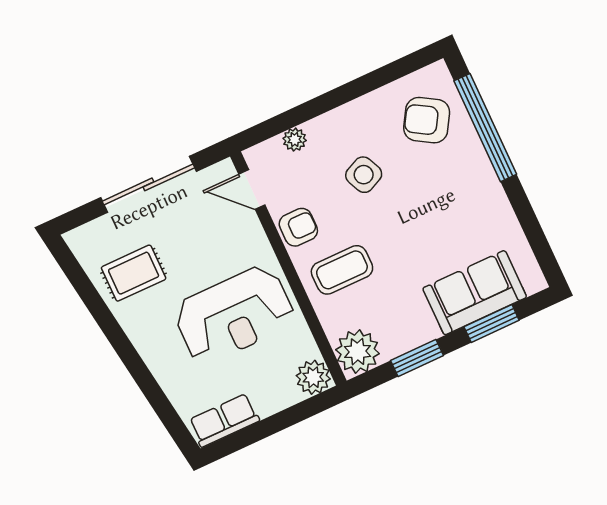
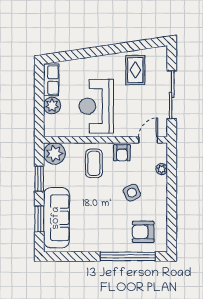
armchair: (427, 120) -> (143, 232), turned -121
sofa: (475, 293) -> (56, 218), width x1.36
plant: (313, 377) -> (52, 106), moved

